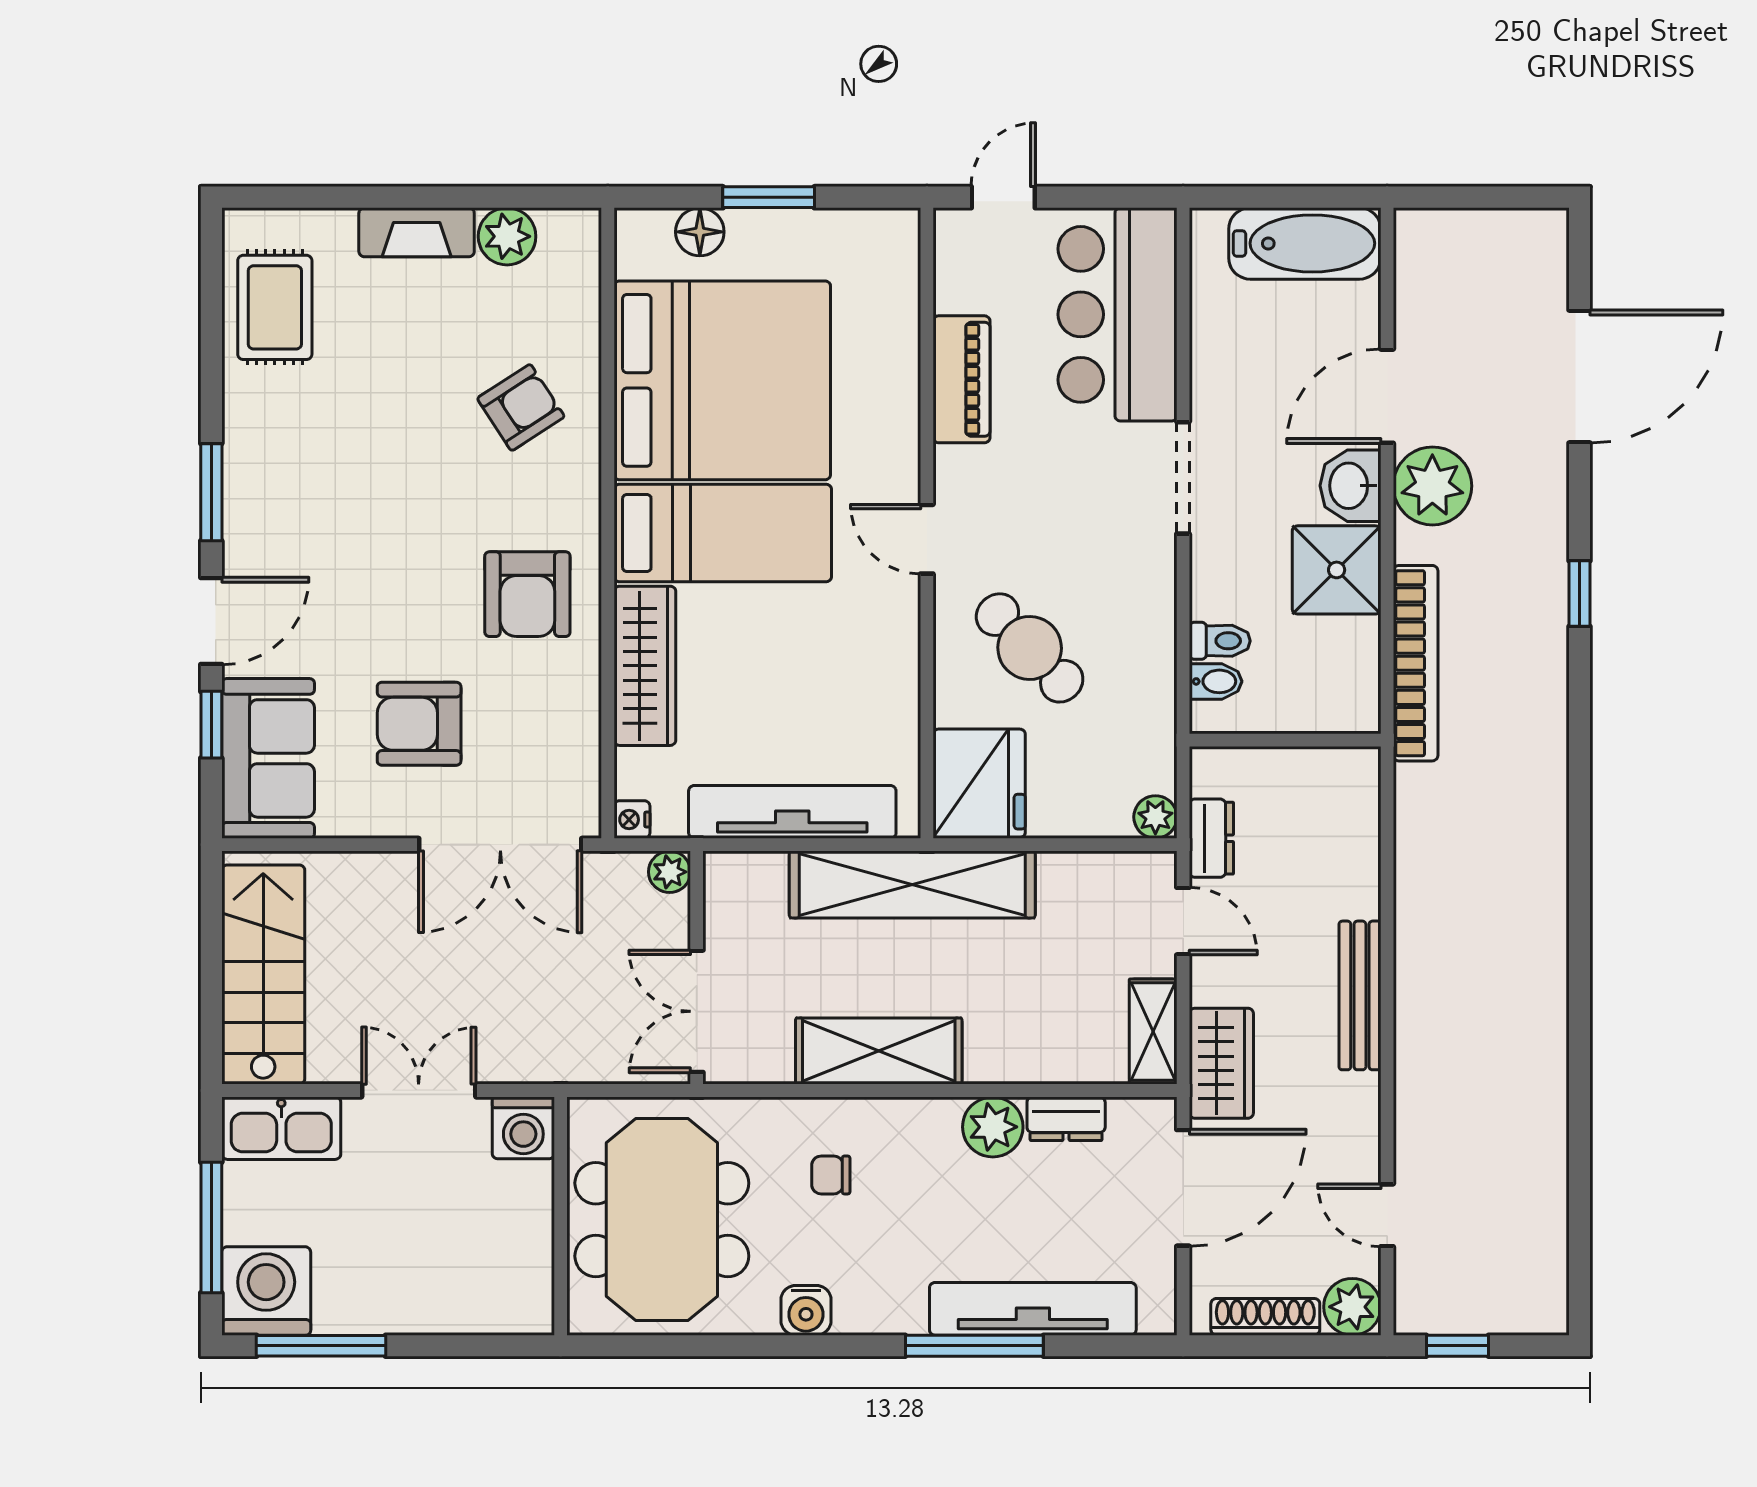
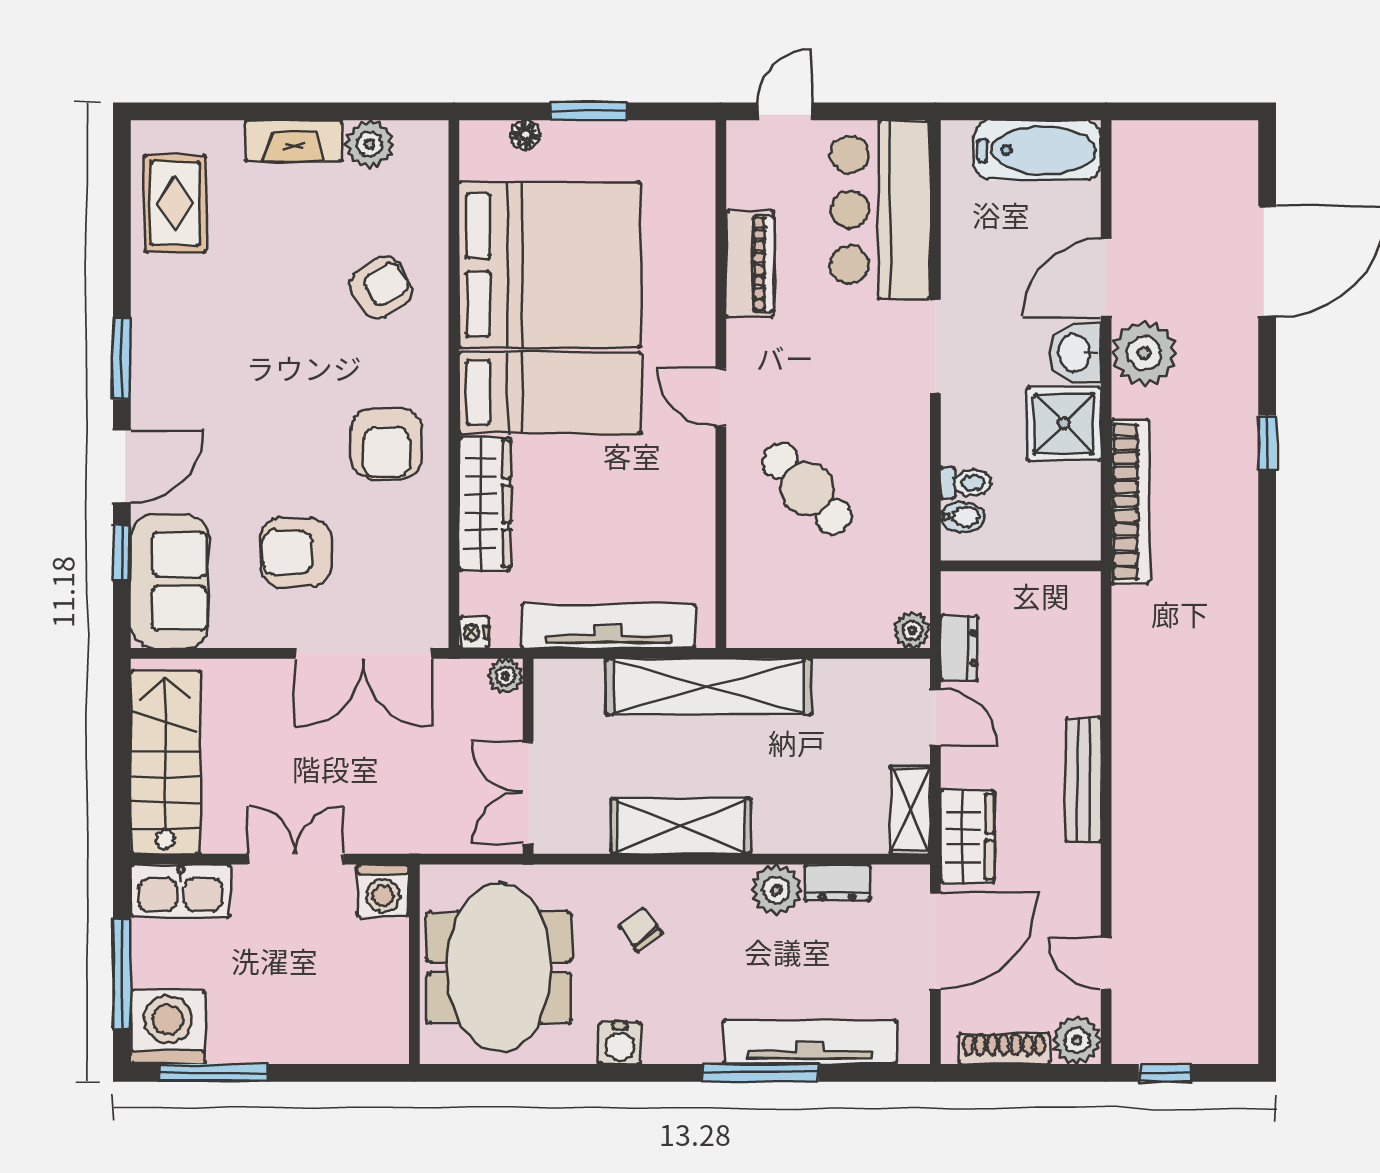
floor lamp: (700, 232) -> (525, 135), width x0.73, depth x0.73
fridge: (979, 783) -> (765, 602), removed
chair: (831, 1175) -> (641, 930), turned 53

